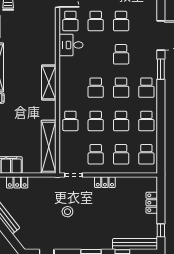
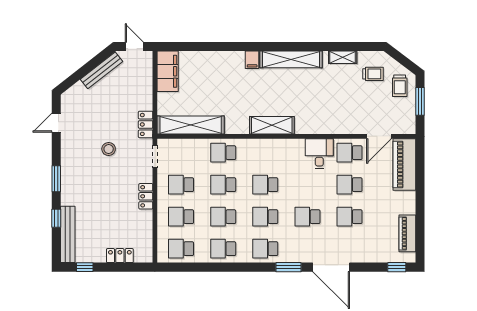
locker: (17, 182) -> (146, 124), moved

